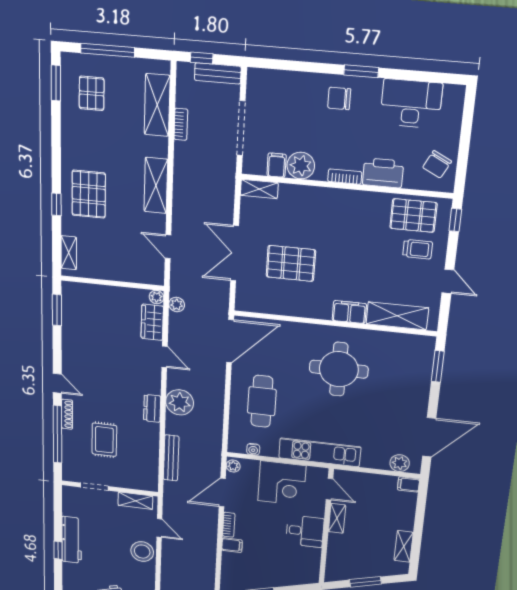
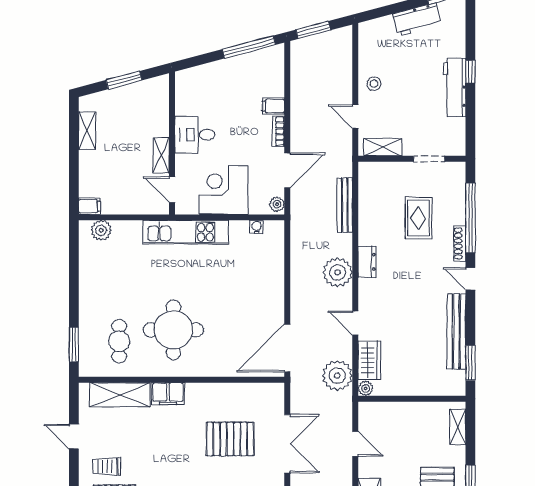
plant: (177, 305) -> (337, 375), width x1.87, depth x1.87
bench: (70, 339) -> (456, 331), added
cafe table: (262, 401) -> (119, 341), moved, width x0.73, depth x0.74
door: (429, 437) -> (74, 264), removed
stool: (142, 552) -> (374, 84), width x0.53, depth x0.53

